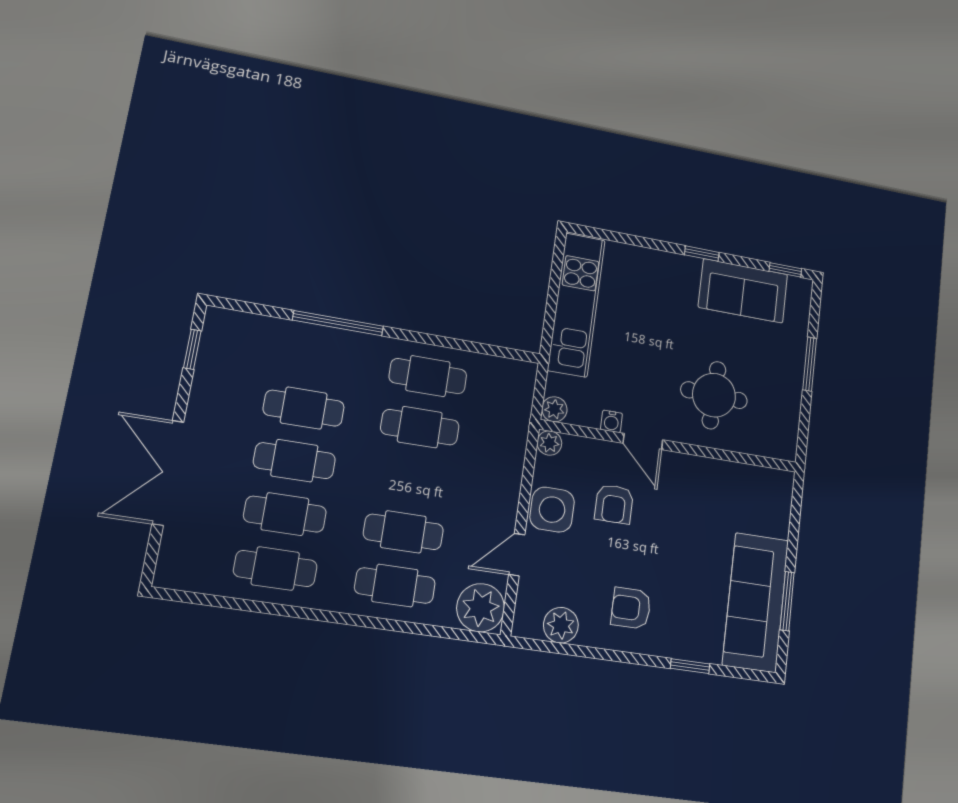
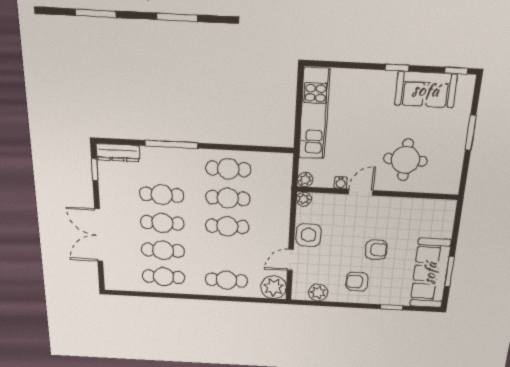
dresser: (242, 325) -> (118, 153), added
door: (643, 441) -> (361, 192), swing flipped
armchair: (614, 504) -> (376, 250), moved, turned -90
cafe table: (403, 532) -> (227, 226), moved

